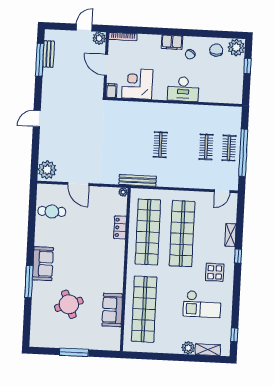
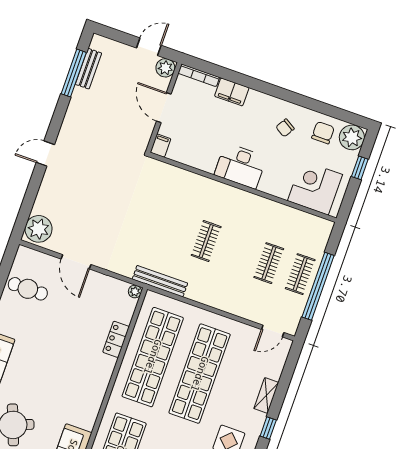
filing cabinet: (172, 42) -> (232, 92), moved
corner desk: (137, 84) -> (315, 188), moved
desk: (183, 89) -> (241, 166), moved

